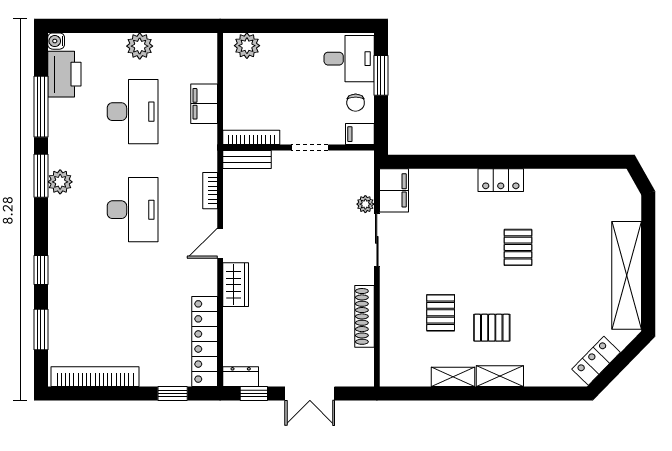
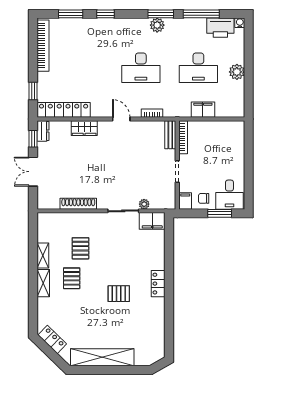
plant: (247, 46) -> (237, 135), removed
wardrobe: (236, 285) -> (84, 128), moved
pallet: (441, 313) -> (80, 248), turned 90

